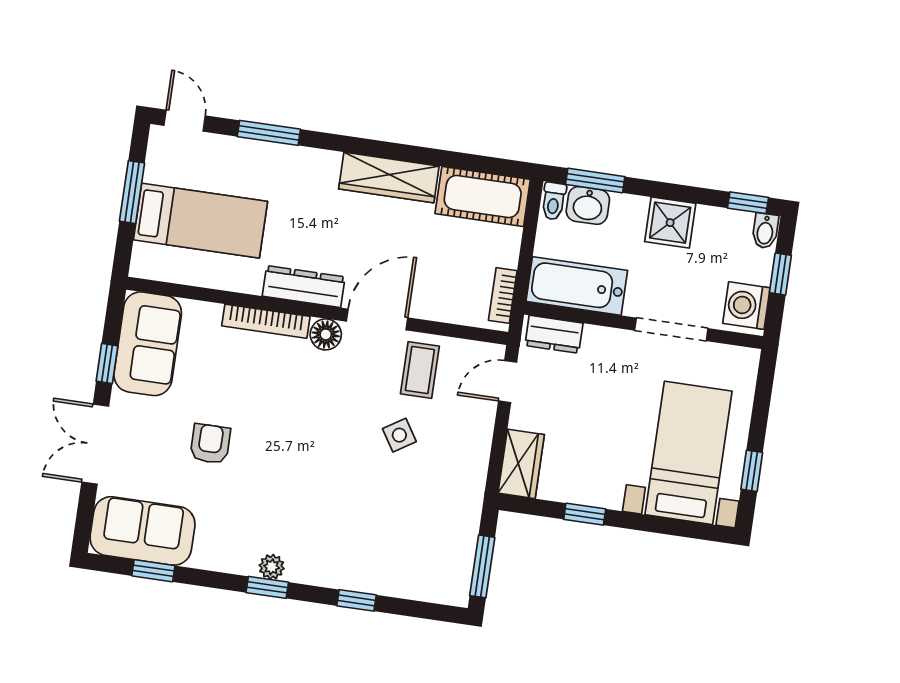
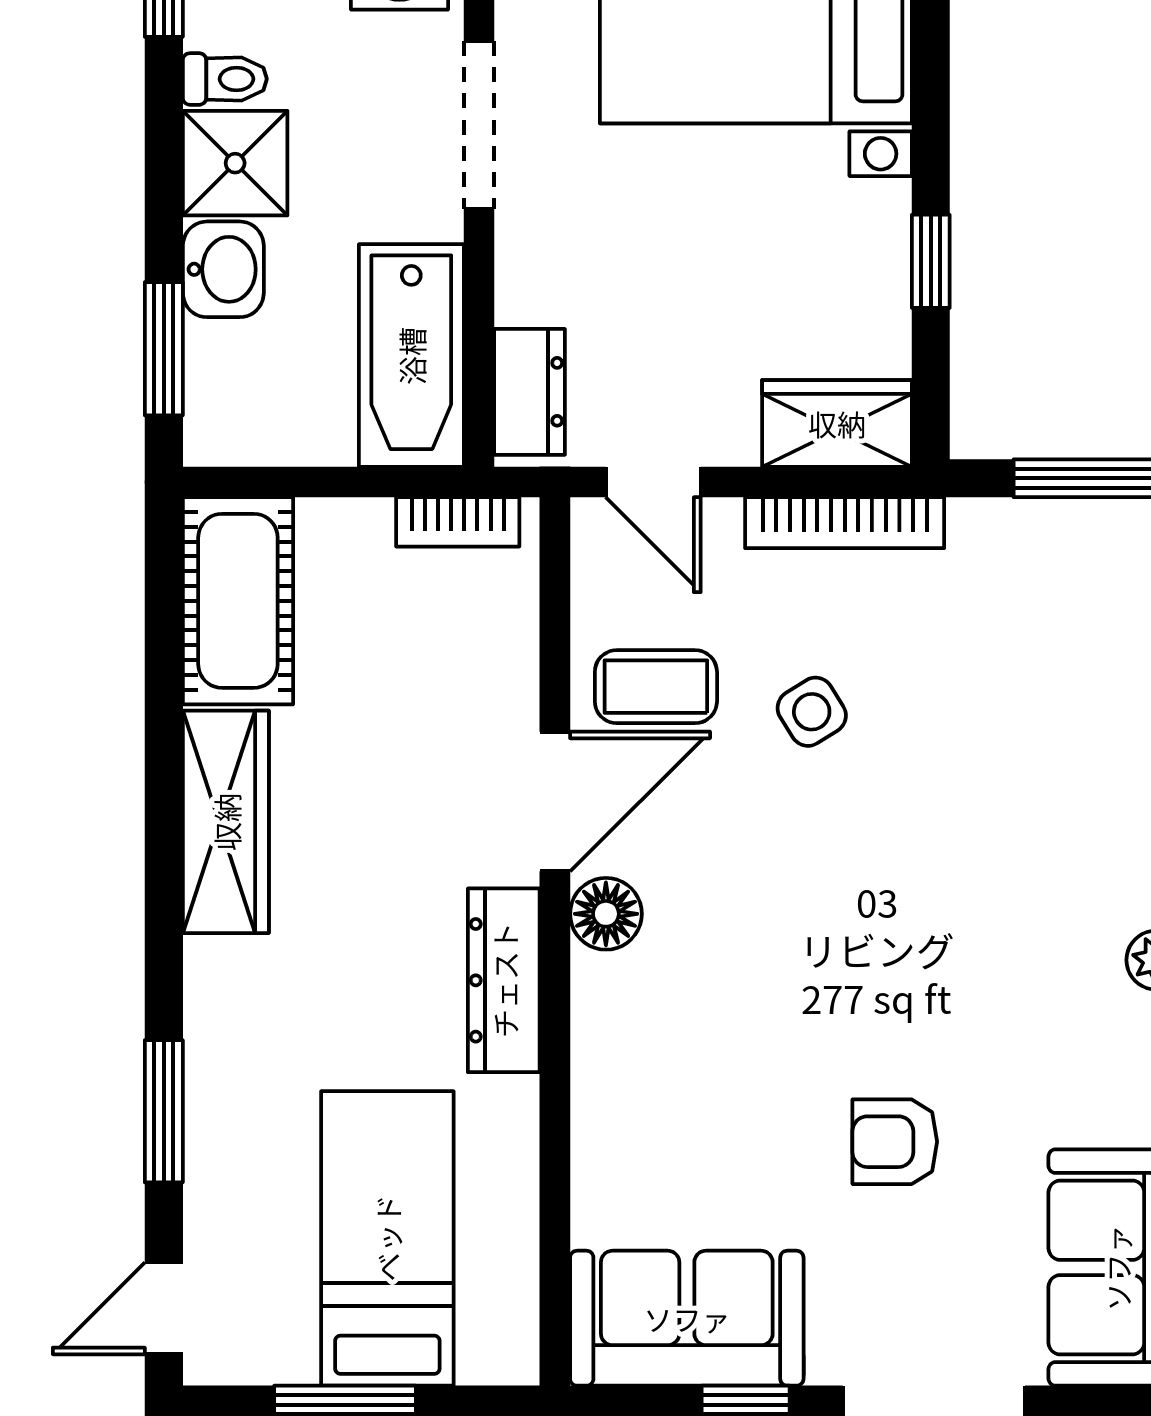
toilet: (554, 201) -> (225, 79), moved
washbasin: (588, 205) -> (223, 269), moved
door: (377, 320) -> (555, 801), swing flipped
bookcase: (266, 321) -> (845, 523), moved, turned 90

